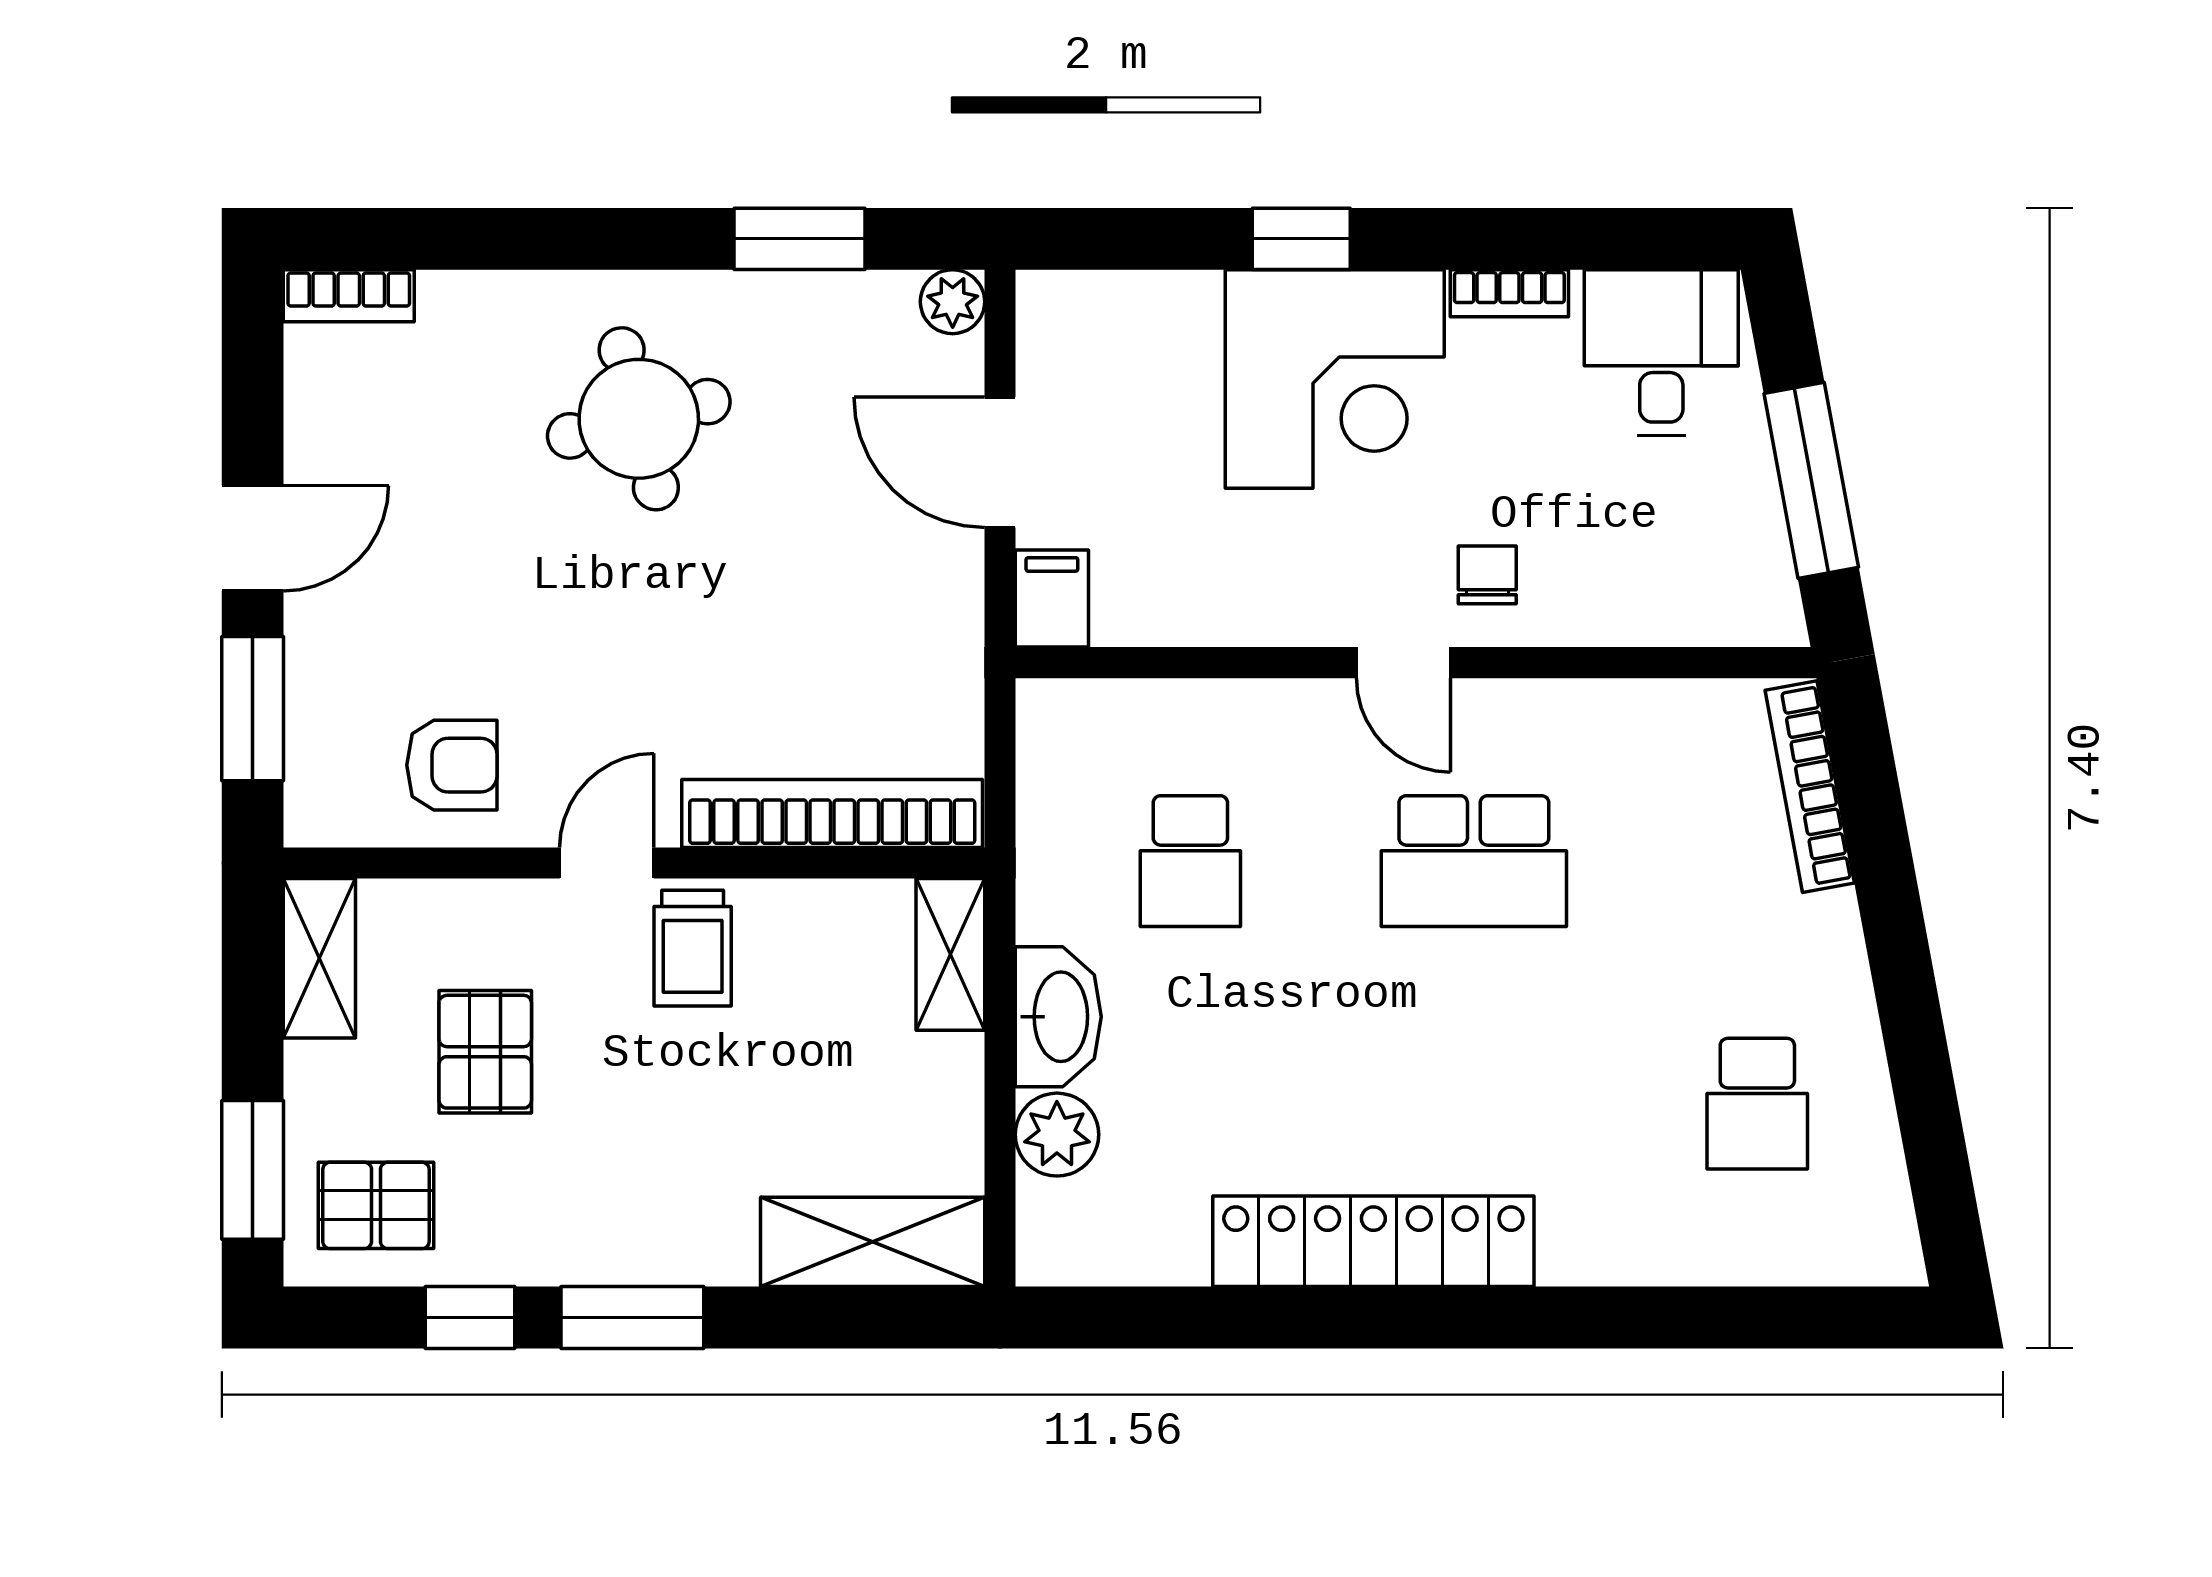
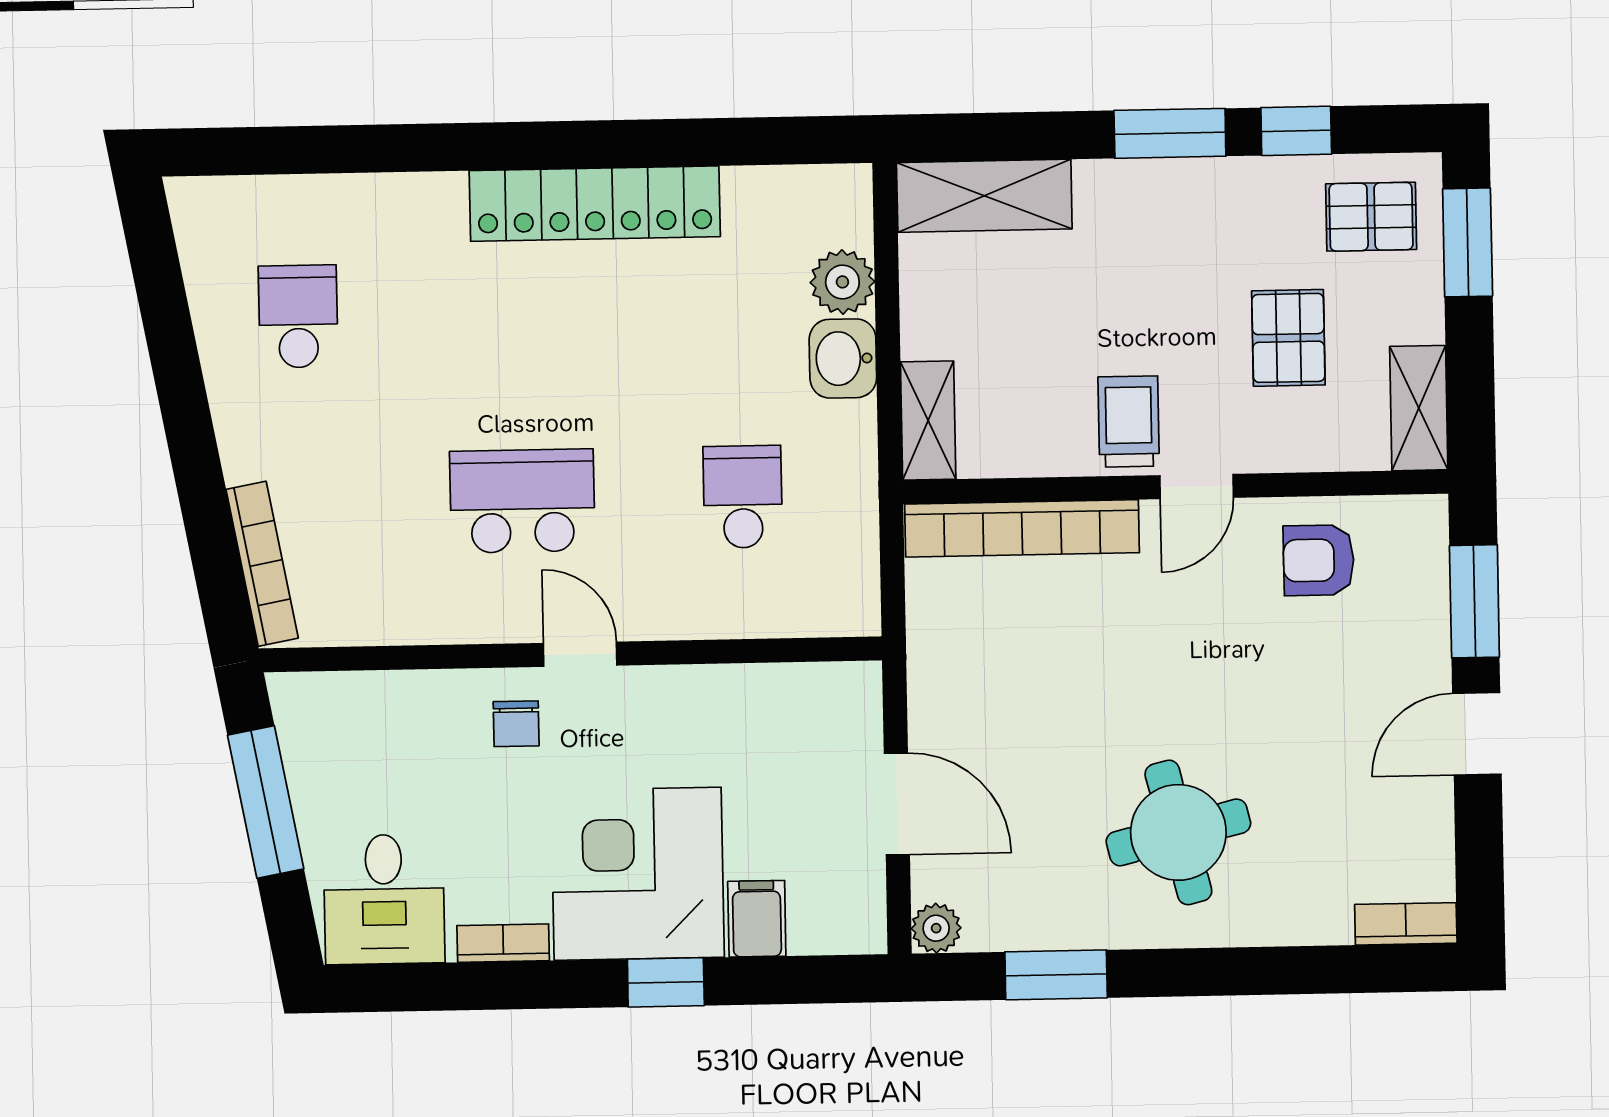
filing cabinet: (1052, 599) -> (757, 919), moved, turned 180
washbasin: (1058, 1017) -> (843, 358), width x0.72

